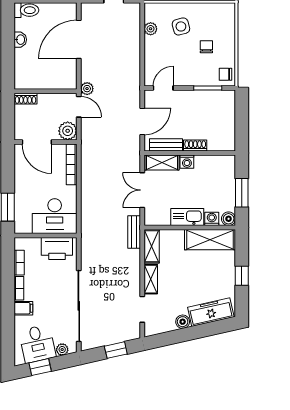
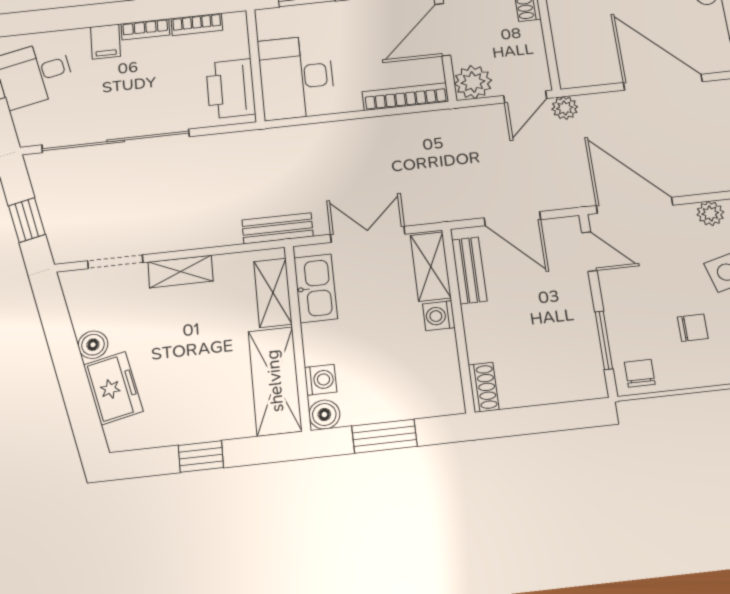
door: (142, 63) -> (635, 205), added
shoe rack: (195, 146) -> (484, 387), moved
kitchen sink: (187, 217) -> (316, 288), moved
shelving: (152, 246) -> (273, 293), moved, turned 90
freezer: (211, 312) -> (113, 388), width x0.71
plant: (62, 350) -> (25, 120), removed

